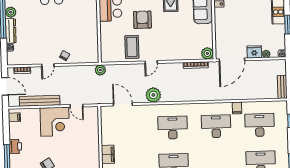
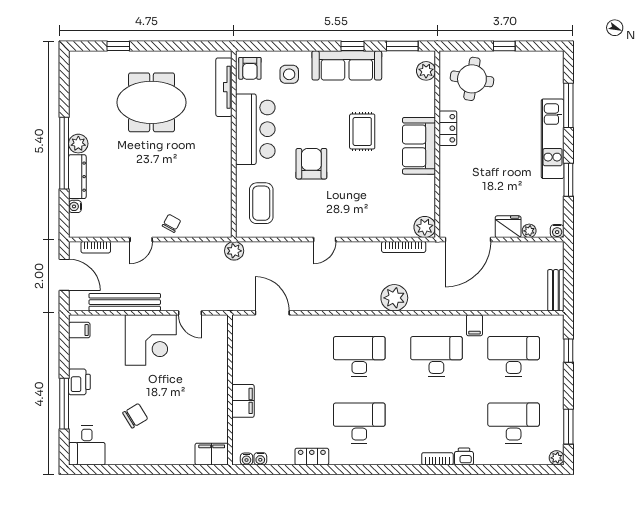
coffee table: (132, 47) -> (261, 203), moved
plant: (153, 95) -> (394, 298), moved

